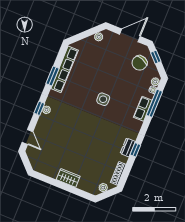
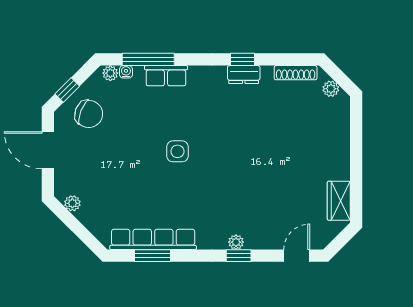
window: (52, 76) -> (152, 256), moved
wardrobe: (68, 178) -> (339, 201), moved

